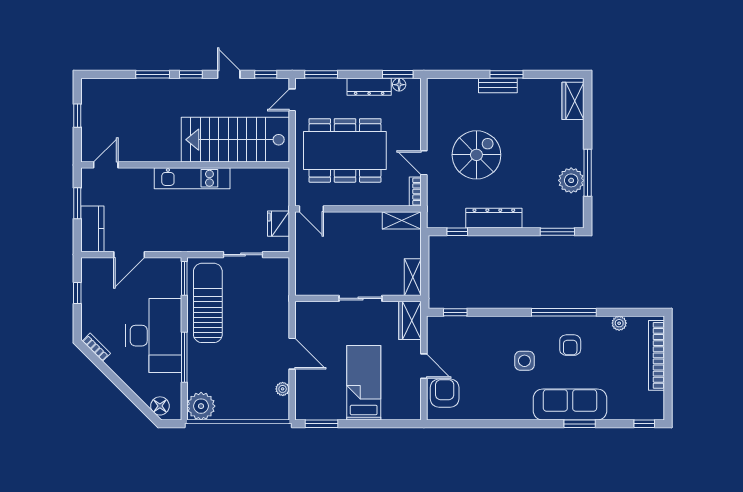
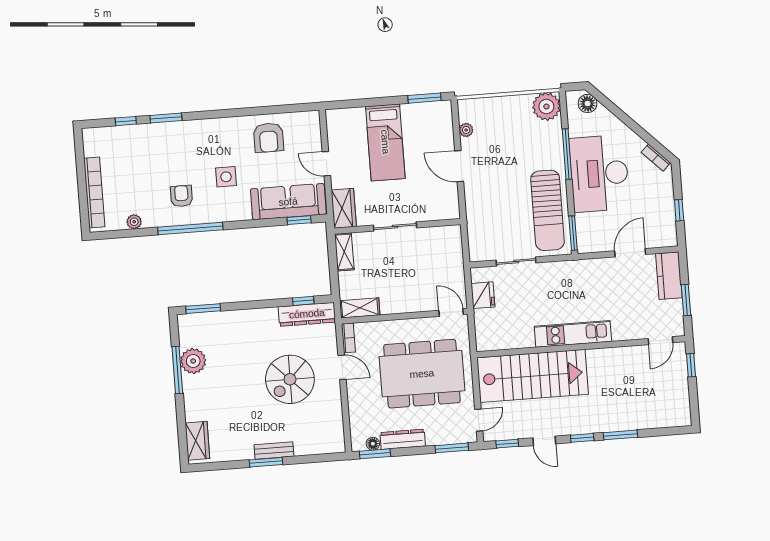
window: (77, 116) -> (691, 365), moved
dresser: (494, 218) -> (307, 314), moved
armchair: (445, 393) -> (268, 138), moved
sofa: (570, 405) -> (288, 202), moved, turned 180
window: (644, 424) -> (126, 121), moved

